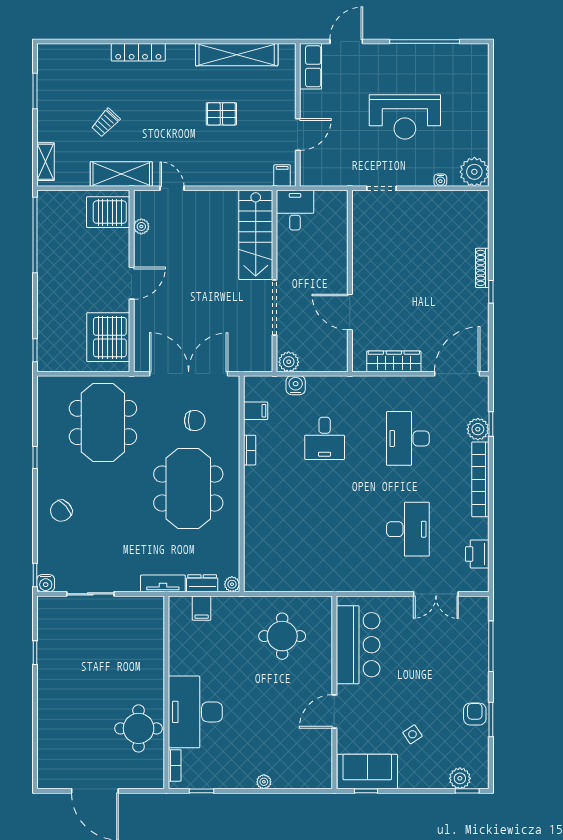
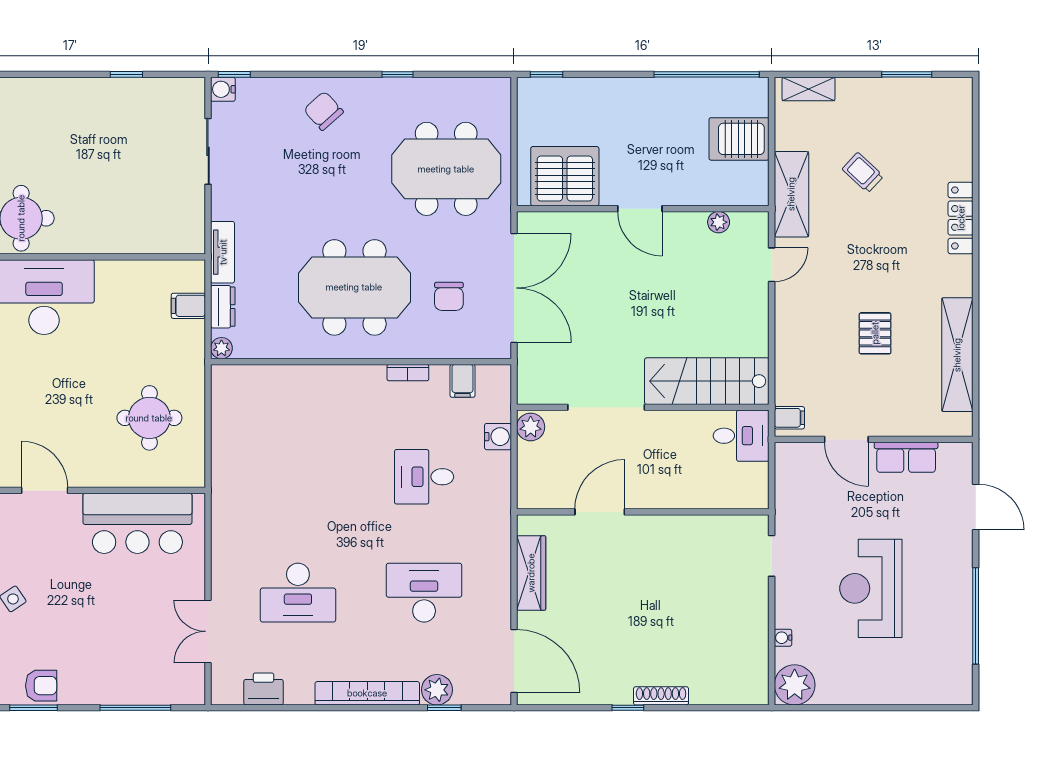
row of seats: (311, 66) -> (906, 457), moved
server rack: (108, 212) -> (739, 139), moved, turned -90

